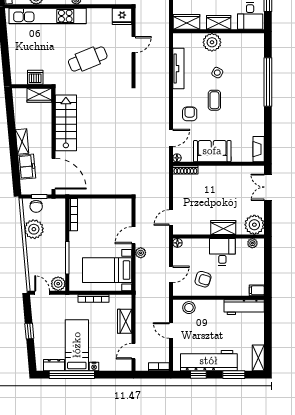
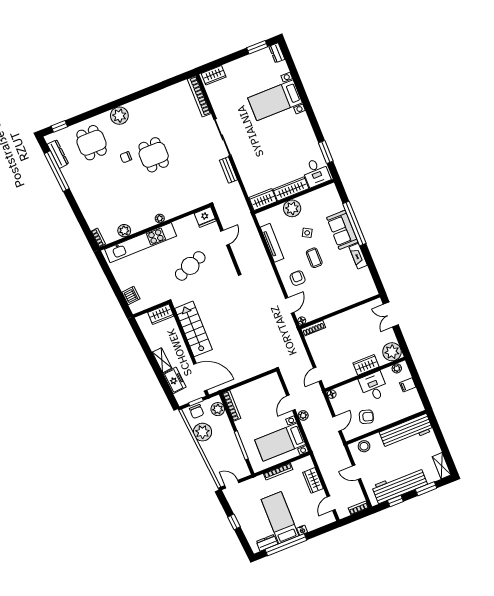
wardrobe: (219, 22) -> (291, 189), width x1.50
dishwasher: (35, 77) -> (131, 296), moved, turned 85
fireplace: (259, 149) -> (358, 256), moved
sofa: (212, 151) -> (342, 230), moved, turned -90
plant: (58, 284) -> (218, 409), moved
filing cabinet: (257, 290) -> (408, 385), moved
workbench: (244, 307) -> (406, 431), width x1.36, depth x1.32

